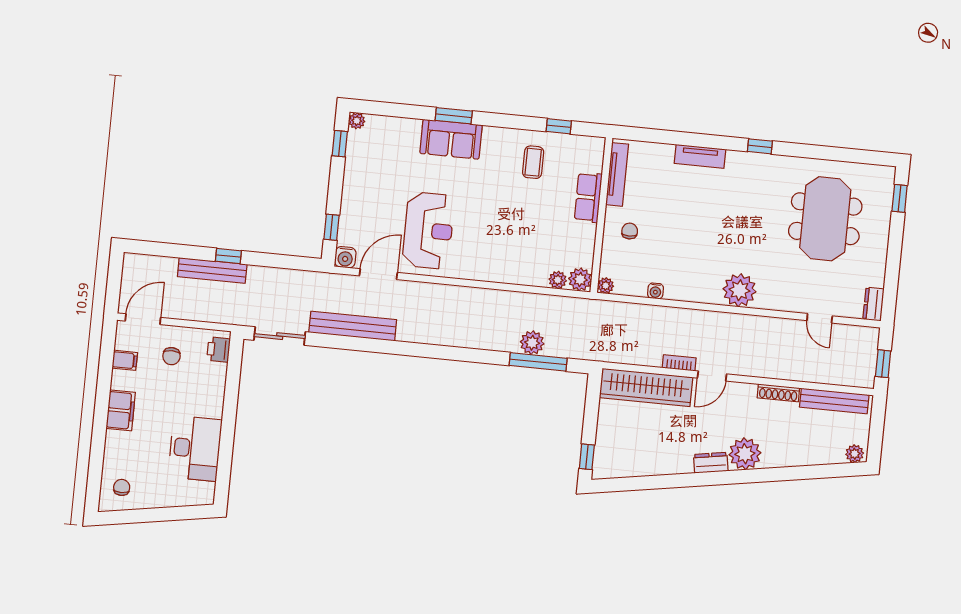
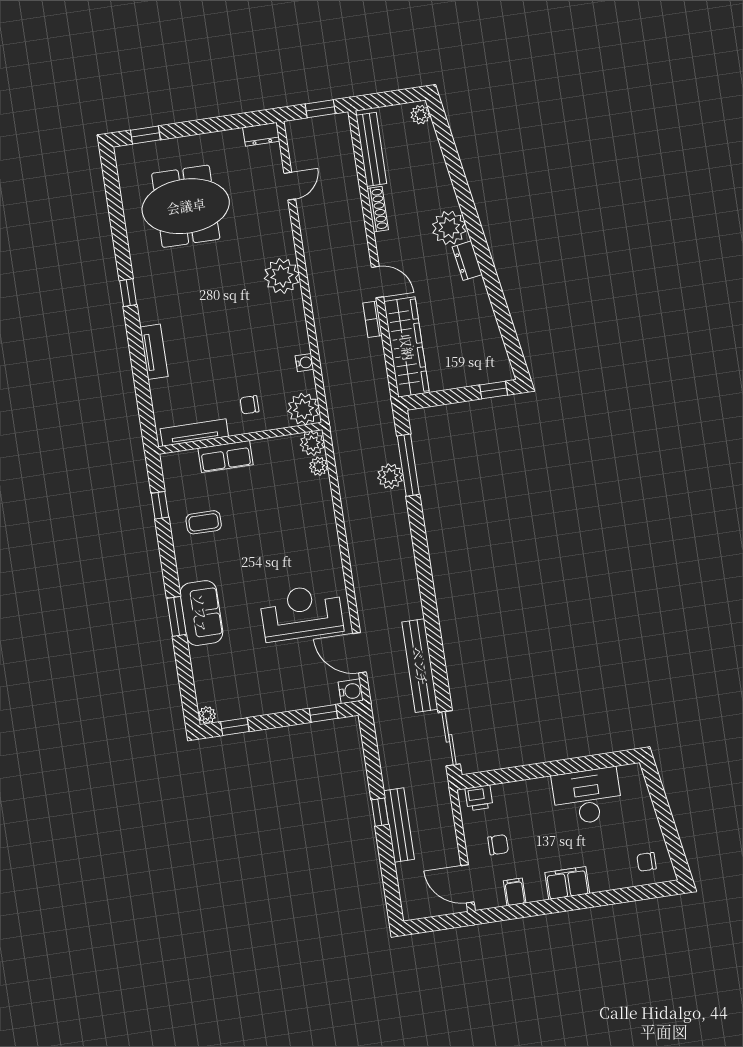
plant: (606, 286) -> (303, 409), width x1.87, depth x1.87

